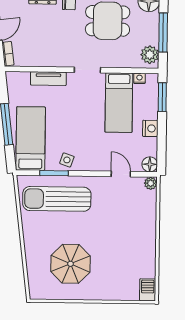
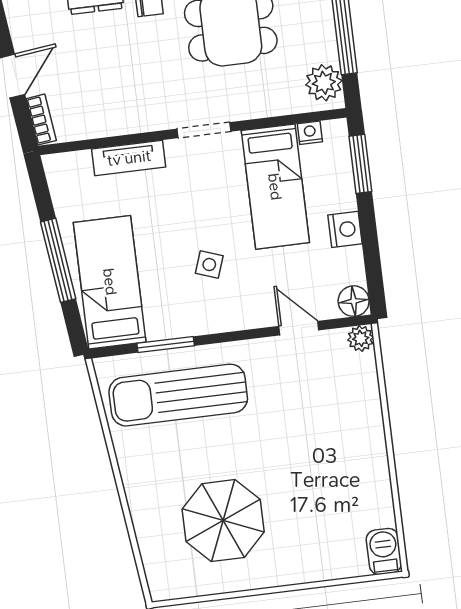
side table: (67, 160) -> (209, 265), moved

